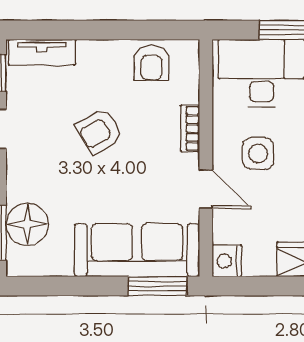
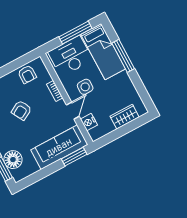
door: (206, 189) -> (73, 111), hinge flipped
nightstand: (227, 261) -> (89, 122), moved

